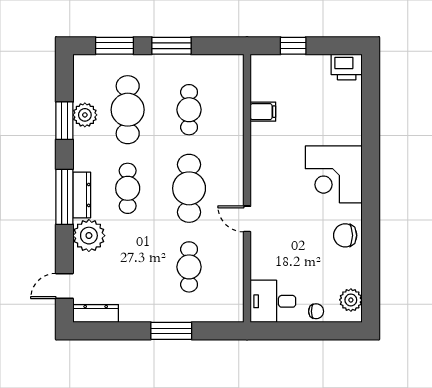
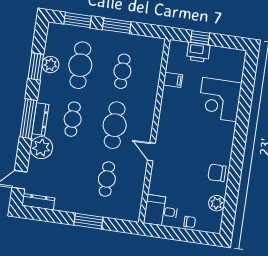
printer: (347, 67) -> (198, 52), moved
corner desk: (334, 174) -> (220, 100), moved
plant: (351, 300) -> (217, 203), moved

